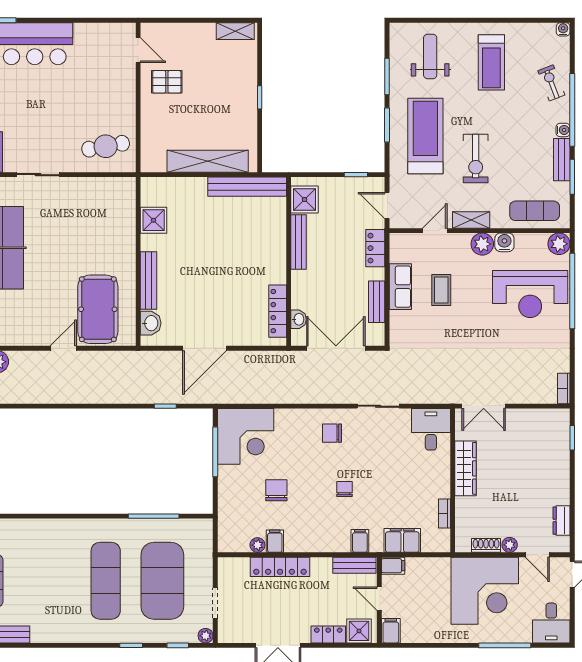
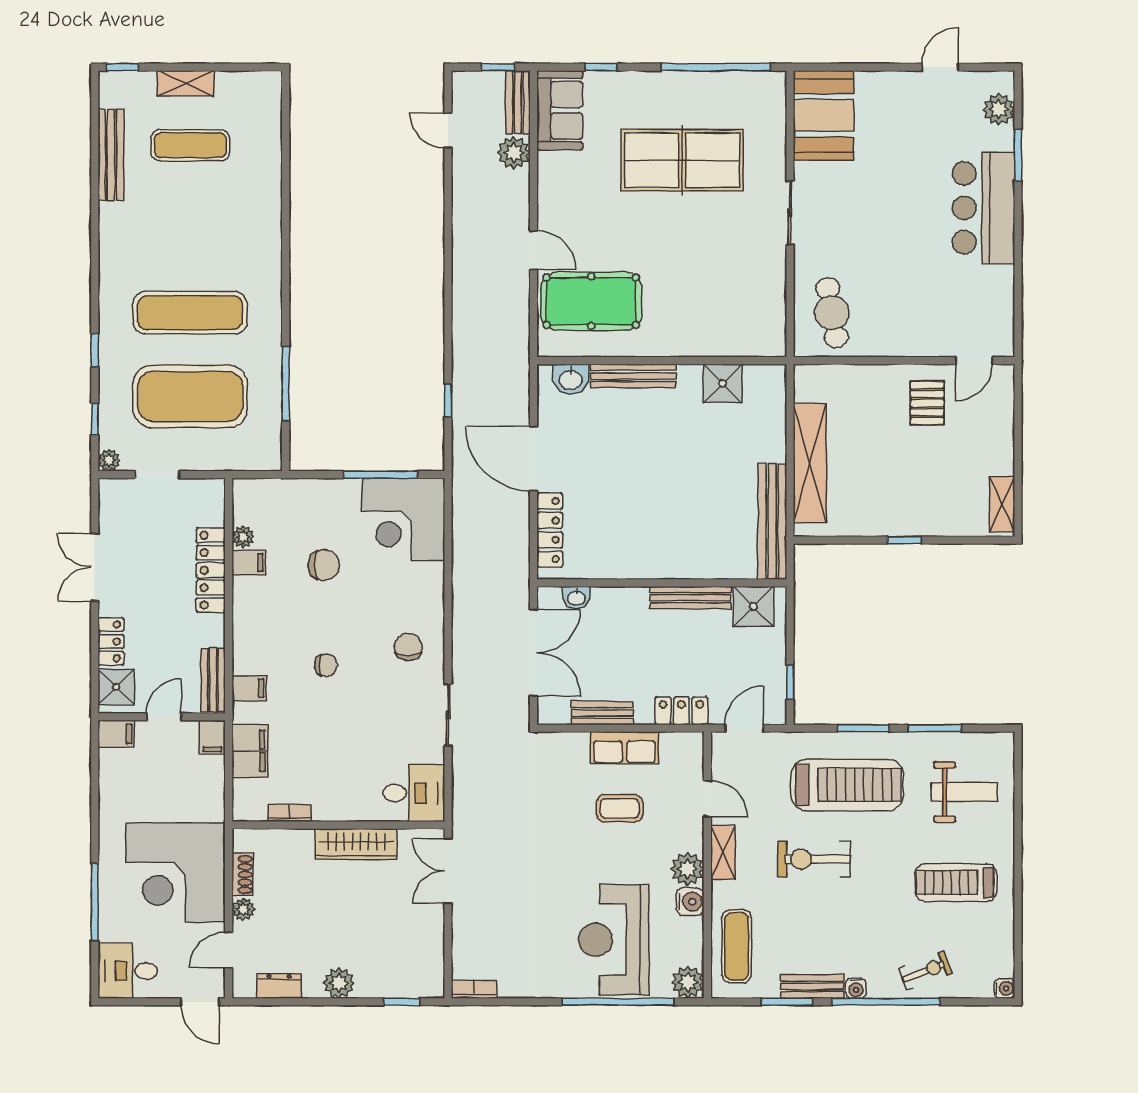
locker: (278, 311) -> (550, 530), moved, turned 90
plant: (559, 480) -> (339, 983), added

